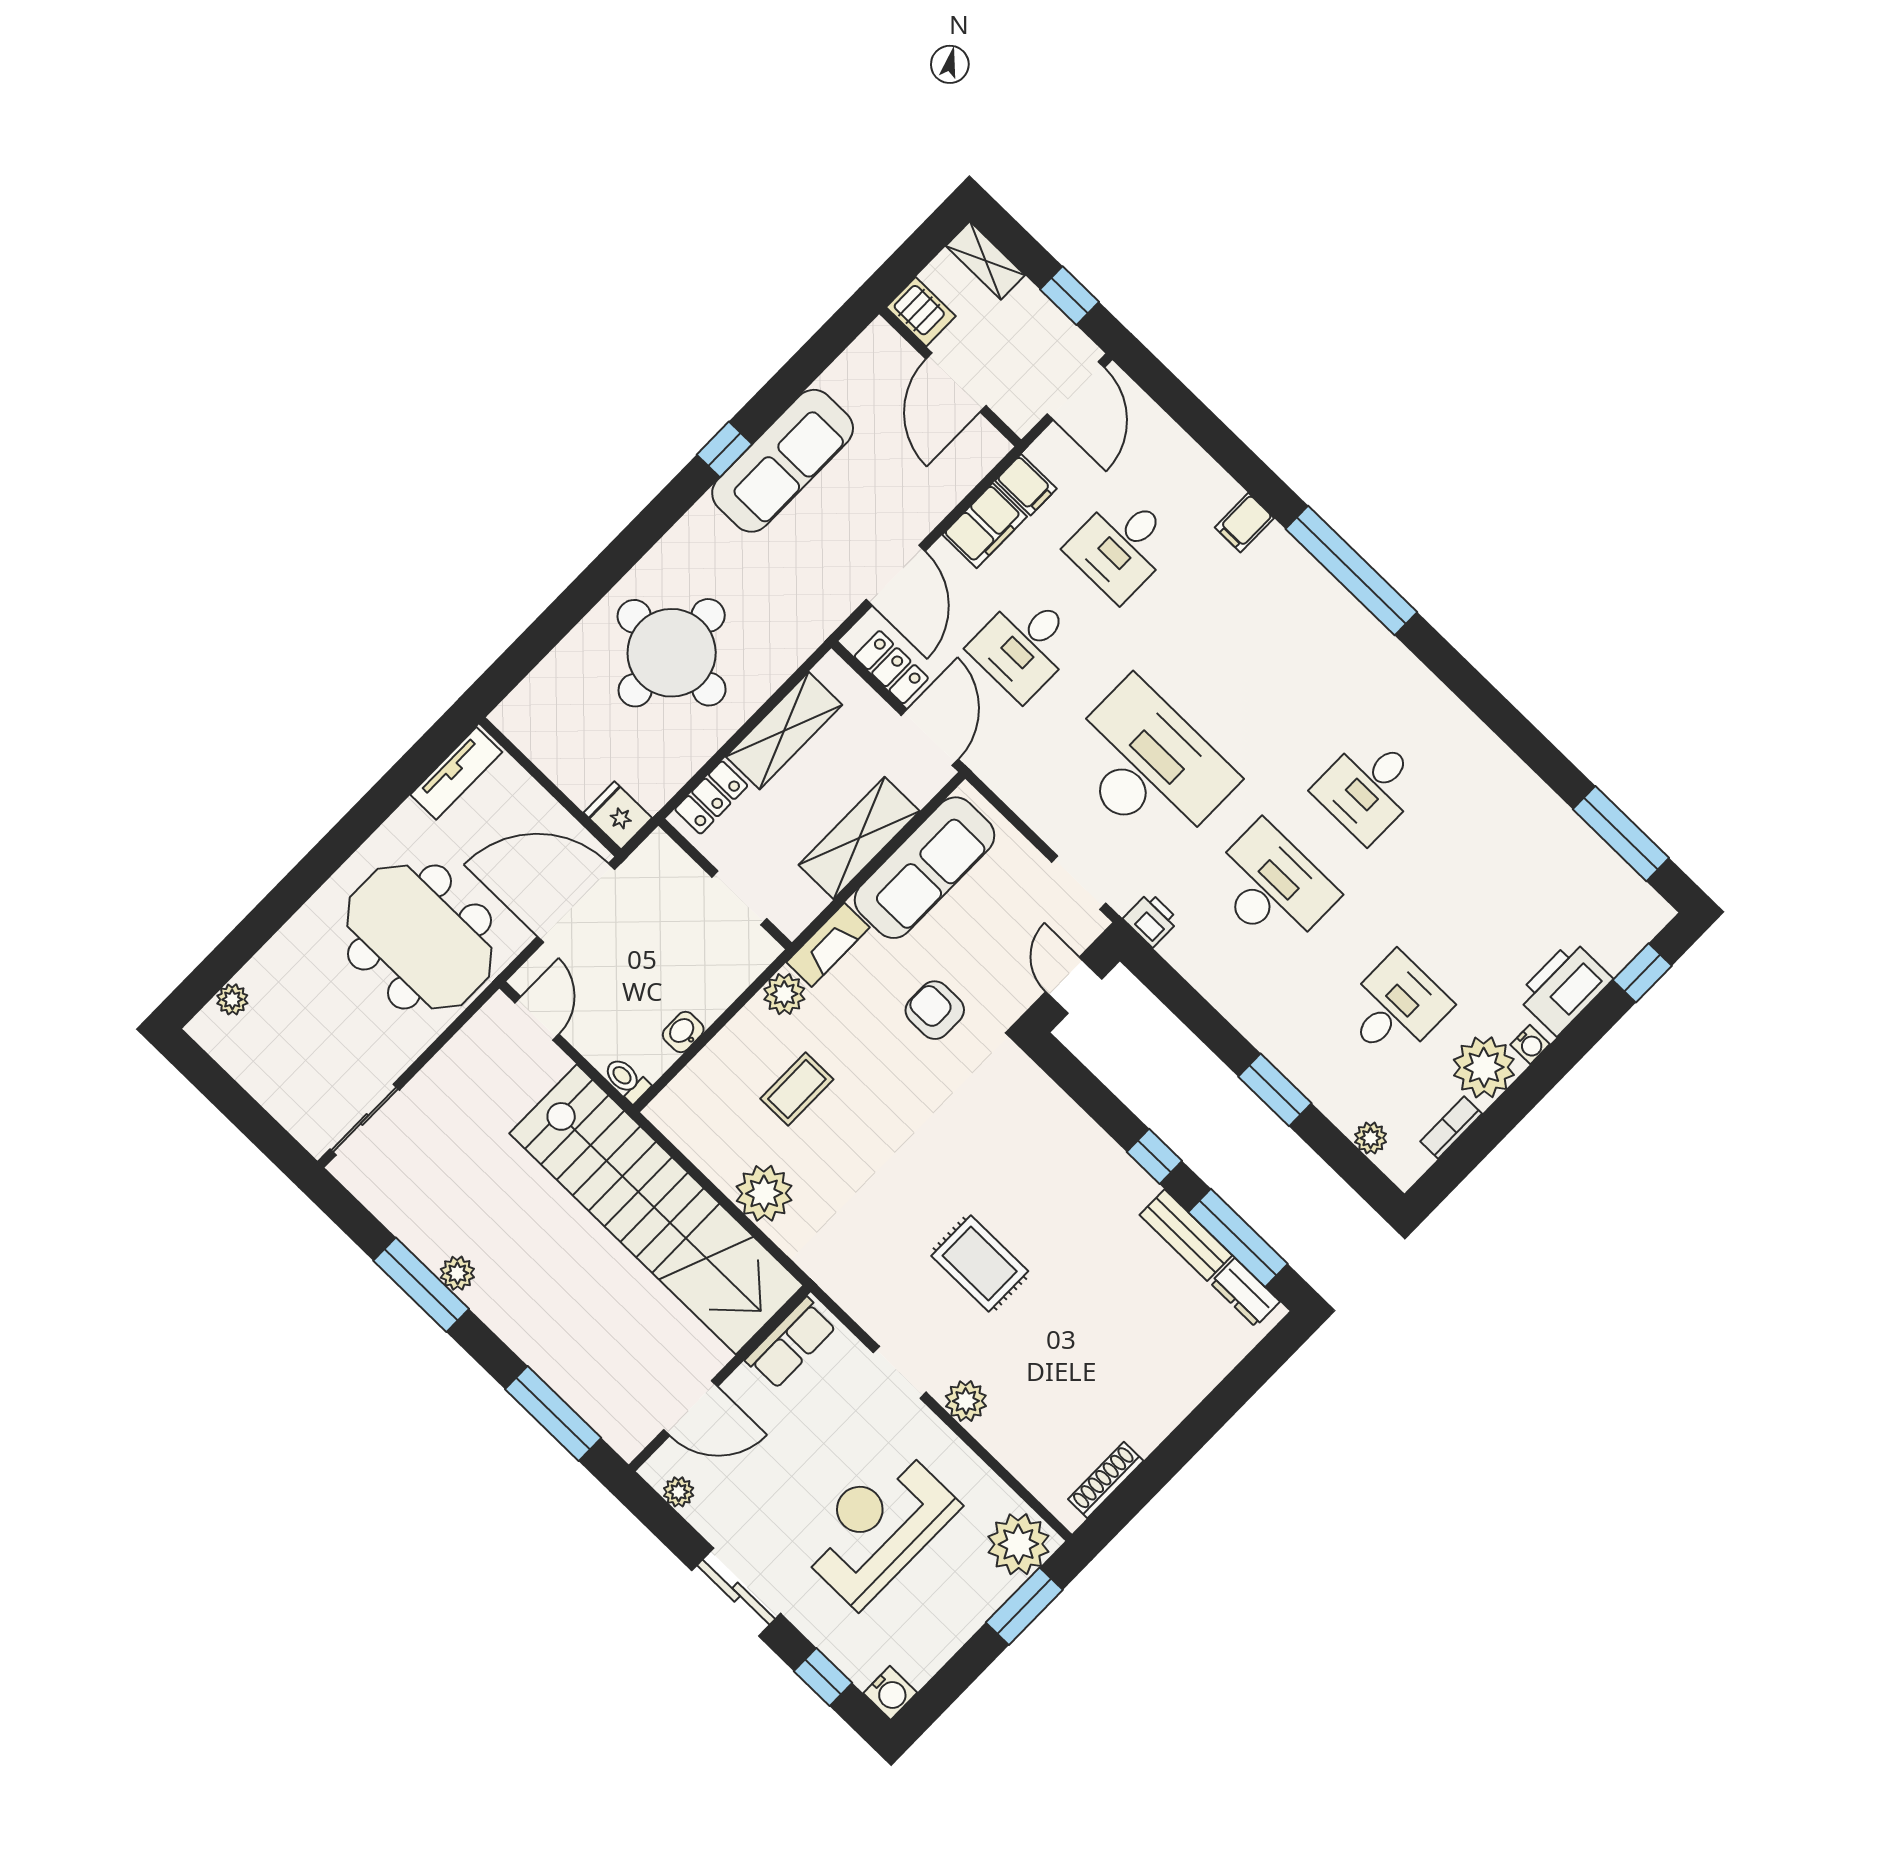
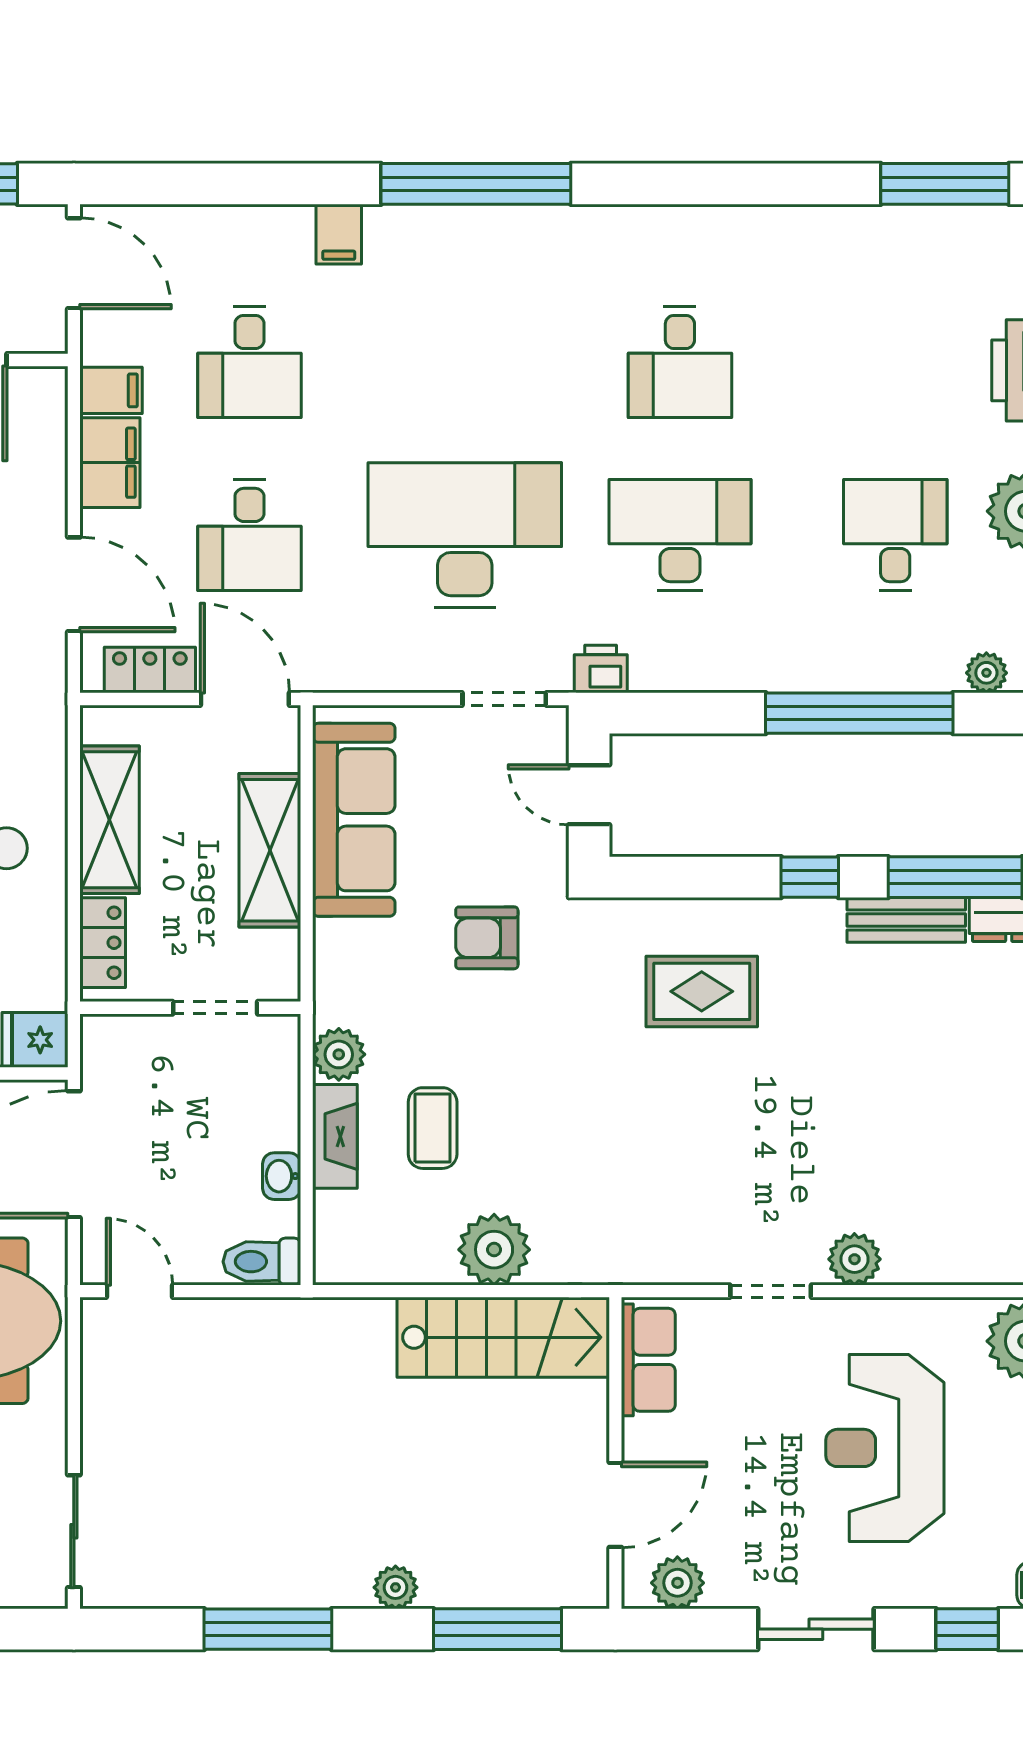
fireplace: (828, 945) -> (335, 1136), moved
toilet: (627, 1080) -> (262, 1262), width x1.37, depth x1.39
window: (1275, 1090) -> (859, 713), width x2.11
stairs: (656, 1209) -> (503, 1337), width x0.54, depth x0.66
rug: (980, 1263) -> (702, 991), moved
plant: (457, 1273) -> (395, 1587), moved
plant: (679, 1492) -> (677, 1583), width x1.38, depth x1.38

